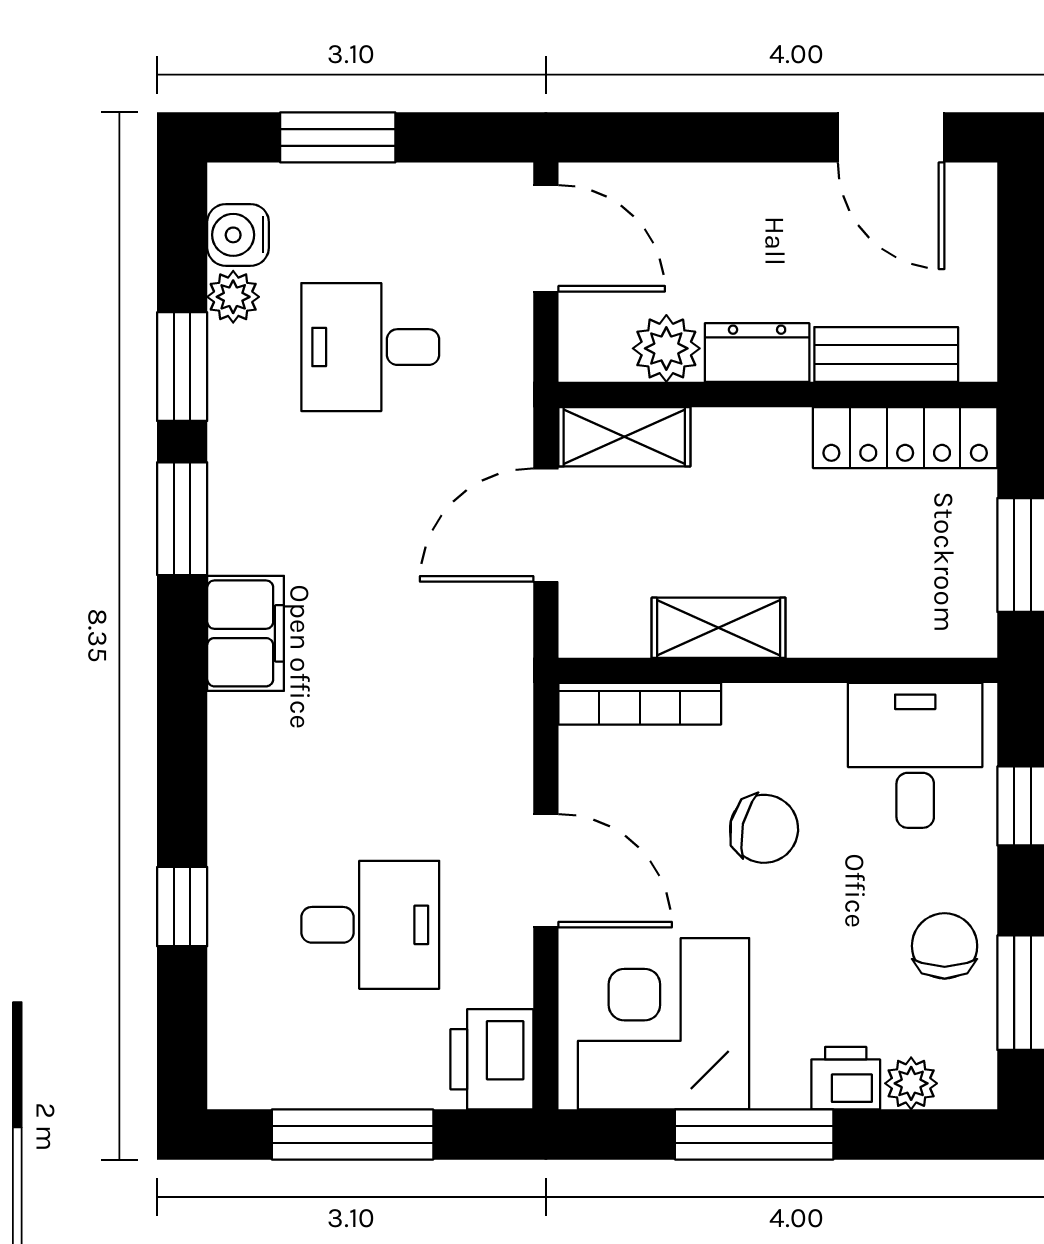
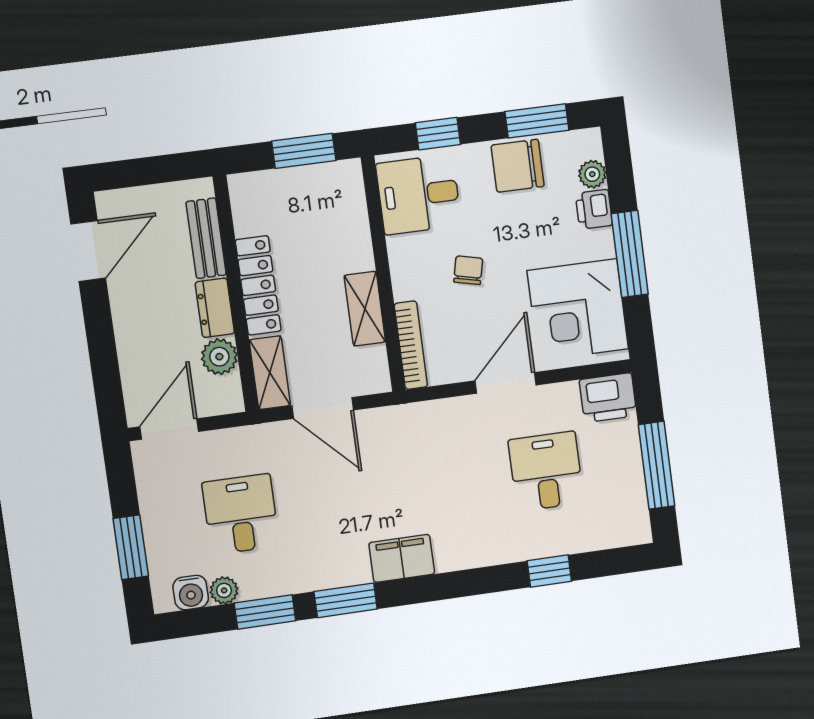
desk: (370, 347) -> (241, 514), turned 180
locker: (905, 438) -> (258, 285), moved
chair: (764, 829) -> (468, 270), width x0.73, depth x0.73
chair: (945, 946) -> (518, 166), width x1.37, depth x1.37

